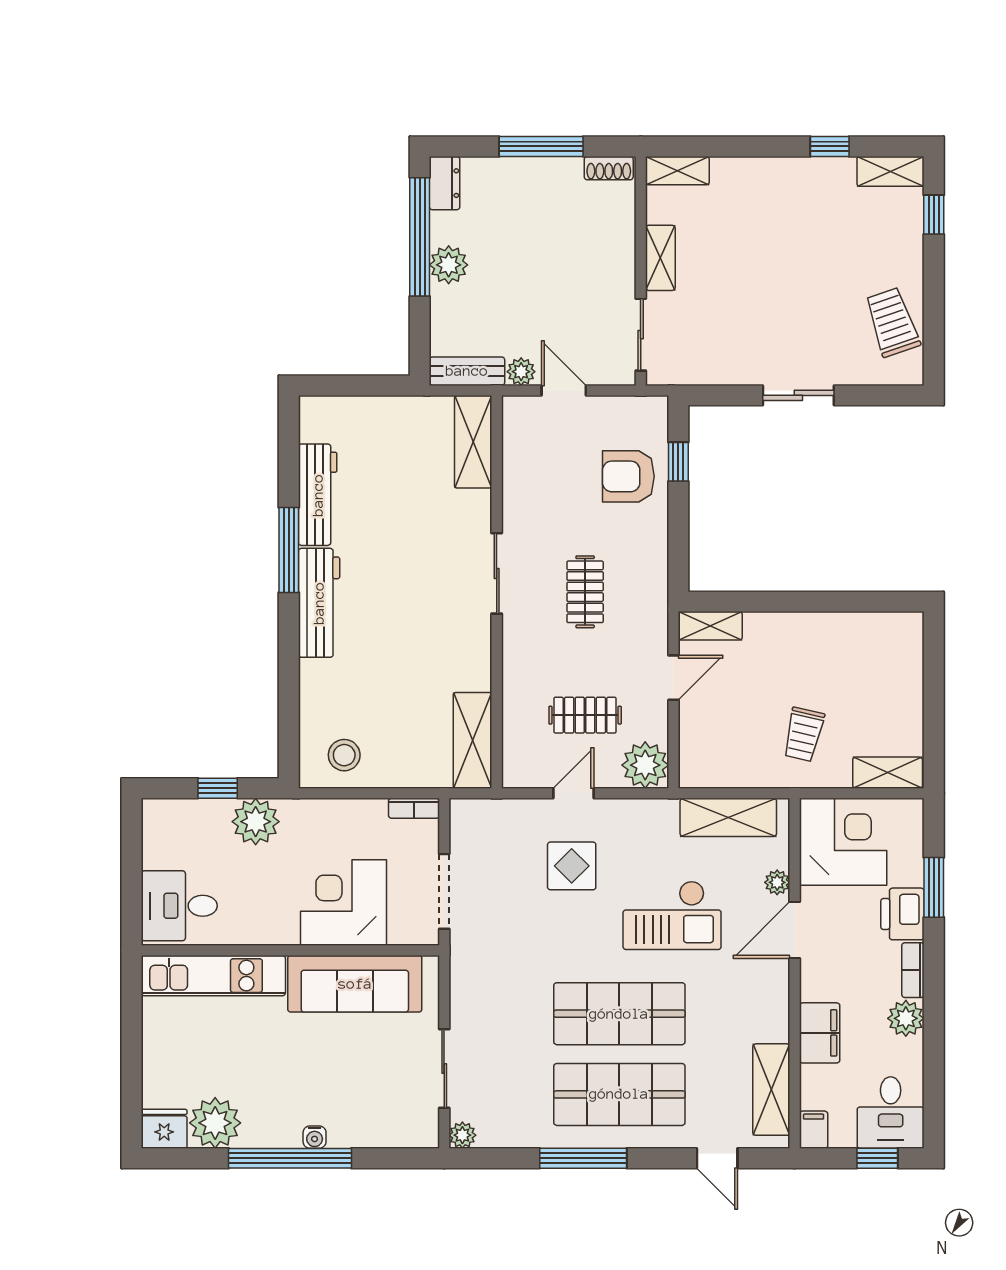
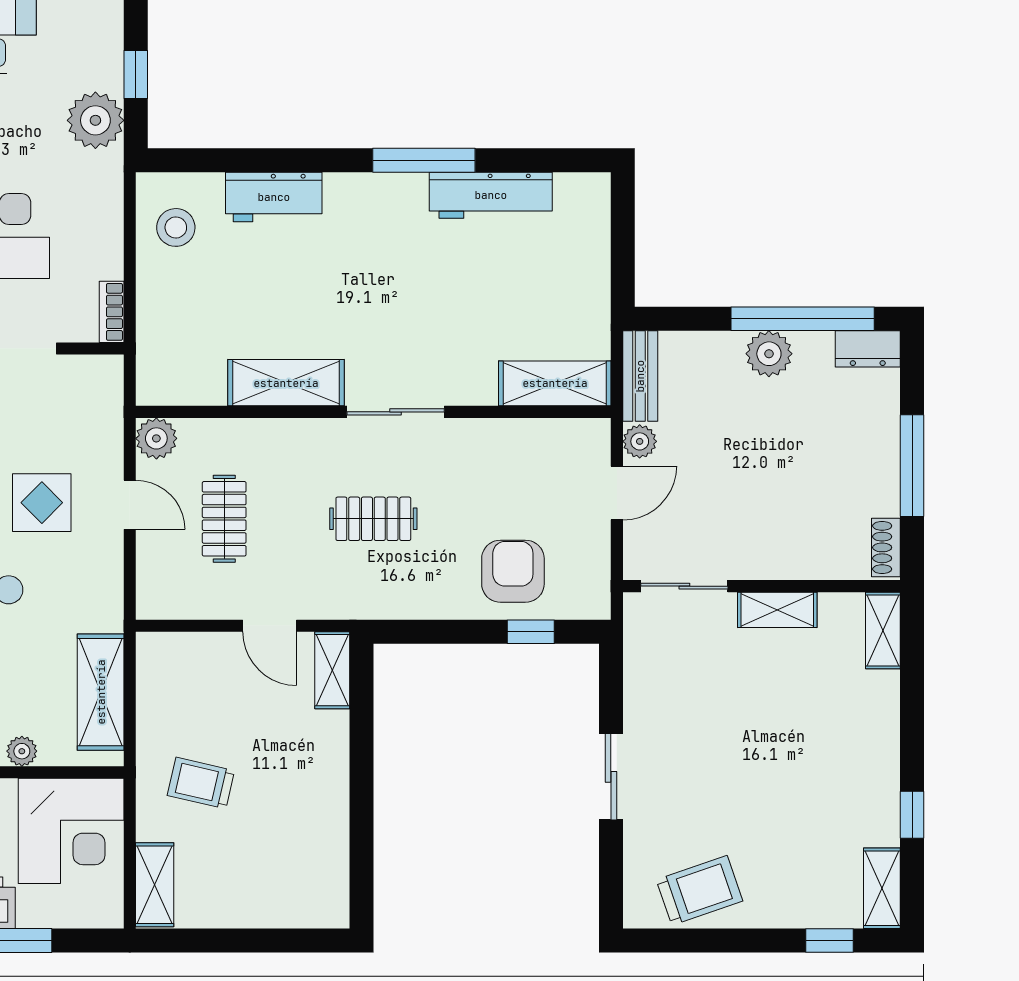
workbench: (319, 603) -> (274, 197), moved, width x0.73
shelving: (472, 740) -> (286, 383), moved
plant: (645, 765) -> (156, 438), moved, width x0.73, depth x0.73

